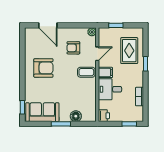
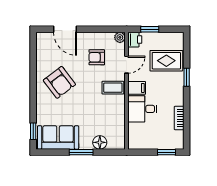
rug: (129, 51) -> (166, 61), turned 90
armchair: (43, 68) -> (59, 82), turned 53
printer: (104, 116) -> (135, 40), moved

